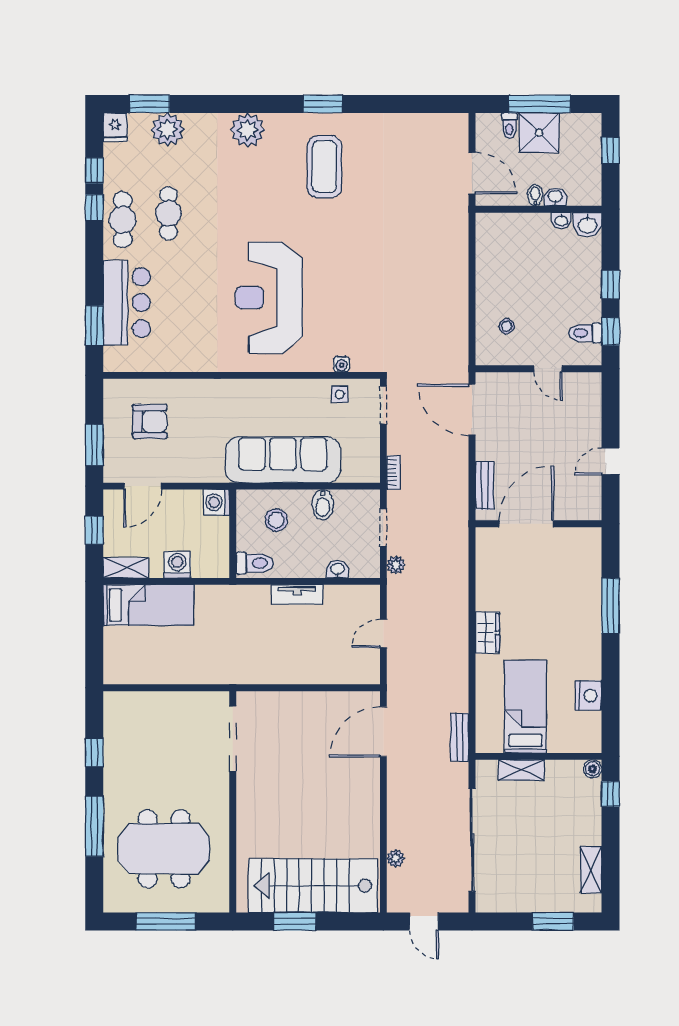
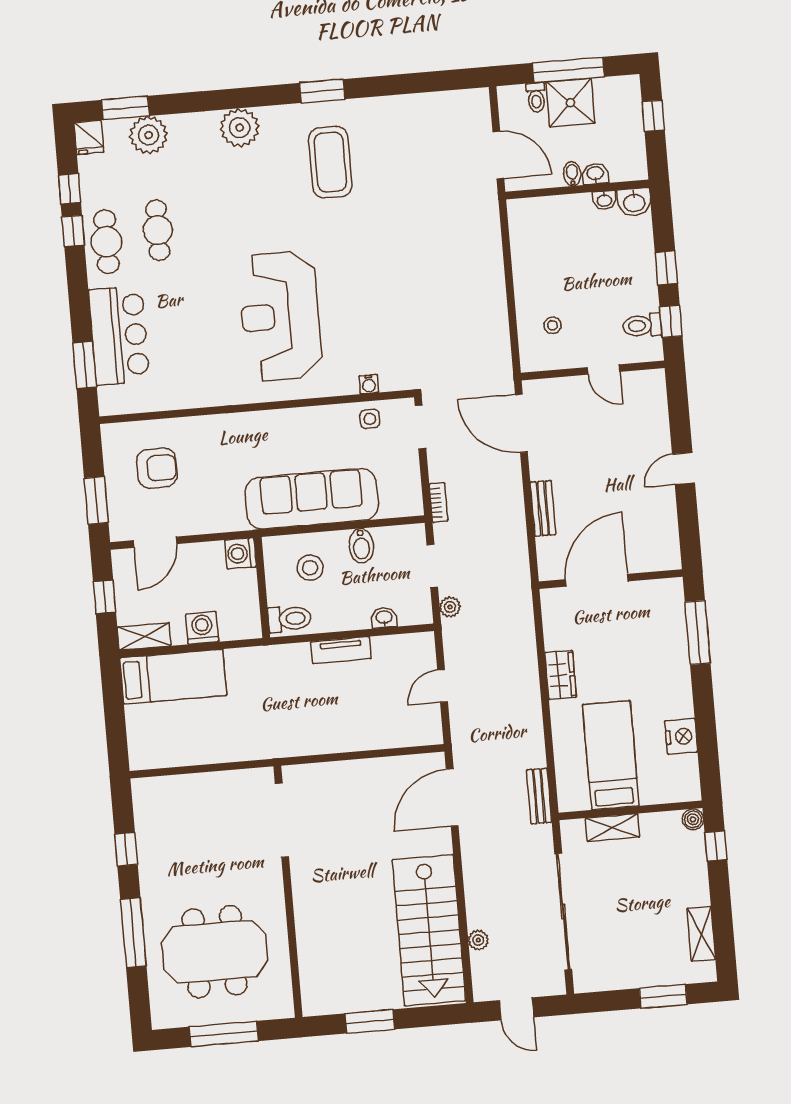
door: (526, 524) -> (597, 580), moved
wall: (538, 524) -> (611, 579), moved
stairs: (313, 886) -> (429, 930), moved, turned -90

